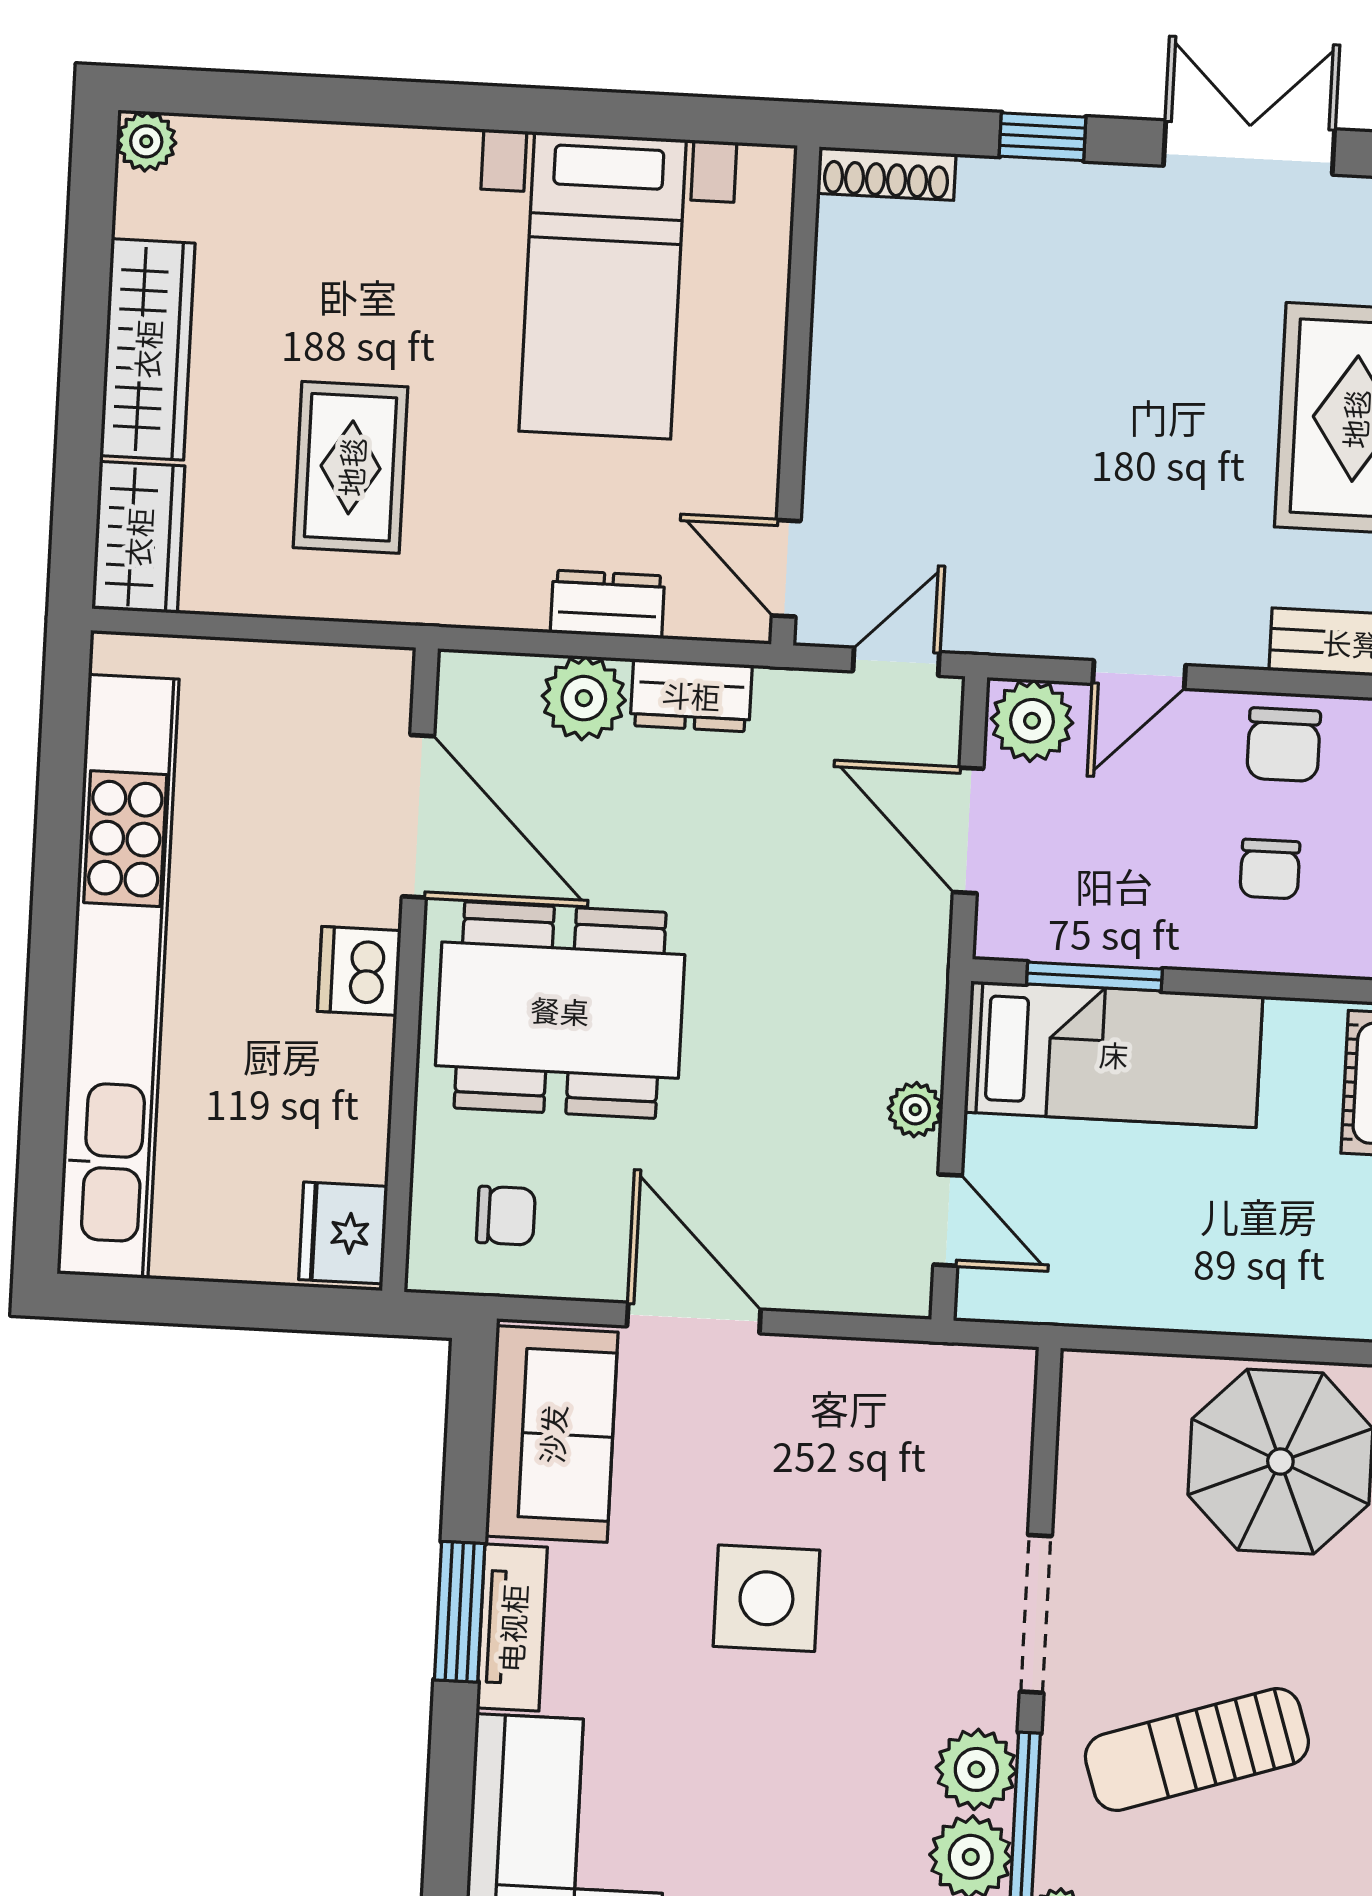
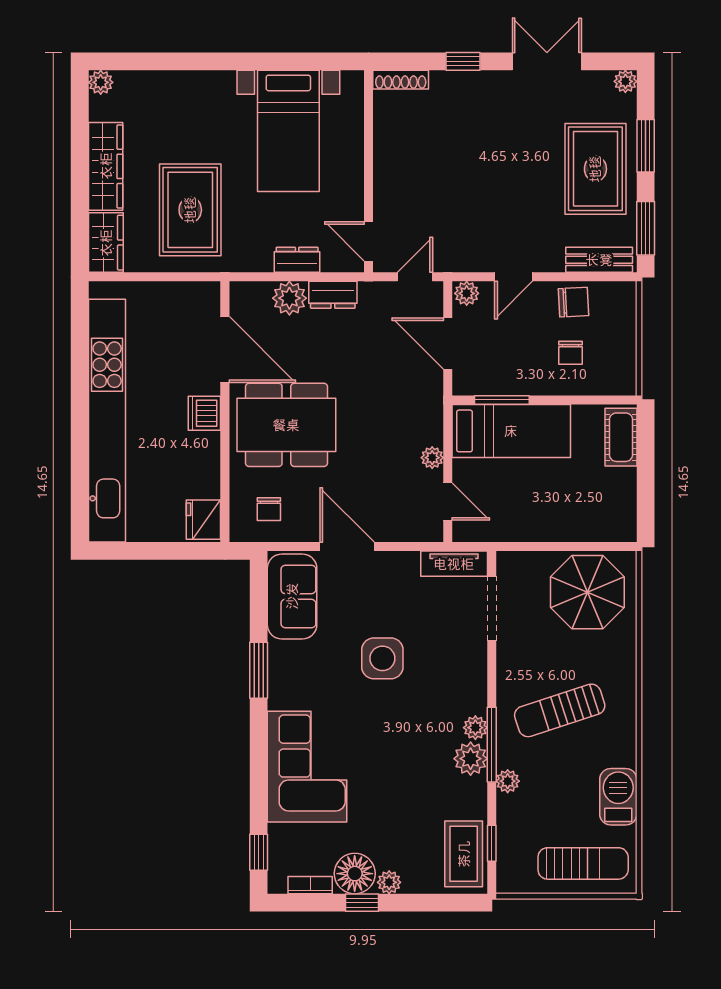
rug: (351, 467) -> (190, 210), width x1.36, depth x1.43
plant: (1032, 721) -> (467, 293), width x0.73, depth x0.73
chair: (1284, 745) -> (573, 302), turned -93
chair: (506, 1216) -> (269, 509), turned 90
doorway: (1036, 1614) -> (492, 609), moved
tv unit: (512, 1628) -> (454, 564), moved, turned 90
plant: (976, 1769) -> (475, 728), width x0.73, depth x0.73

